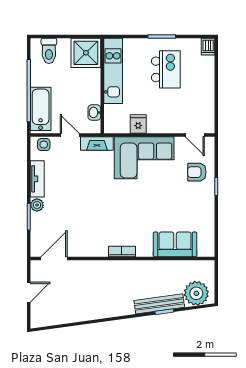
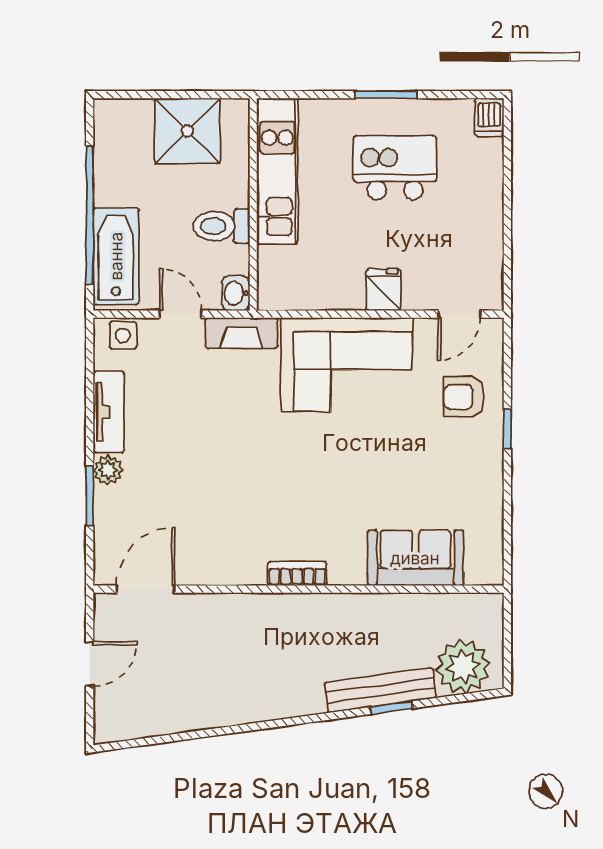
toilet: (49, 51) -> (221, 226), moved, turned 90
shower: (86, 53) -> (187, 131), moved
kitchen island: (166, 69) -> (395, 168), turned -90
washbasin: (94, 112) -> (236, 293), moved
fridge: (138, 124) -> (383, 290), moved
door: (195, 135) -> (459, 314), hinge flipped

